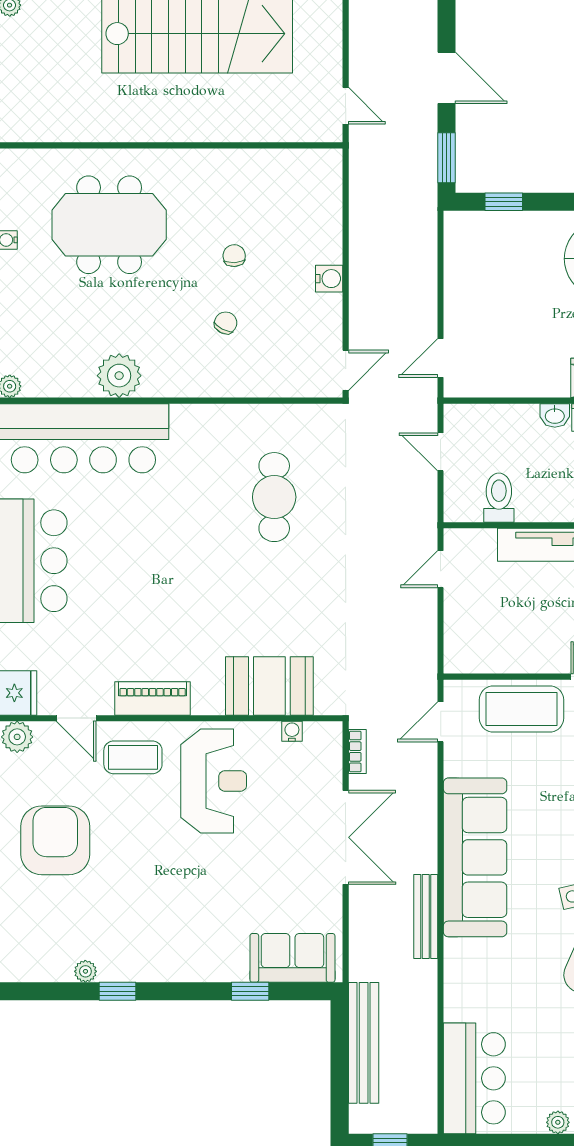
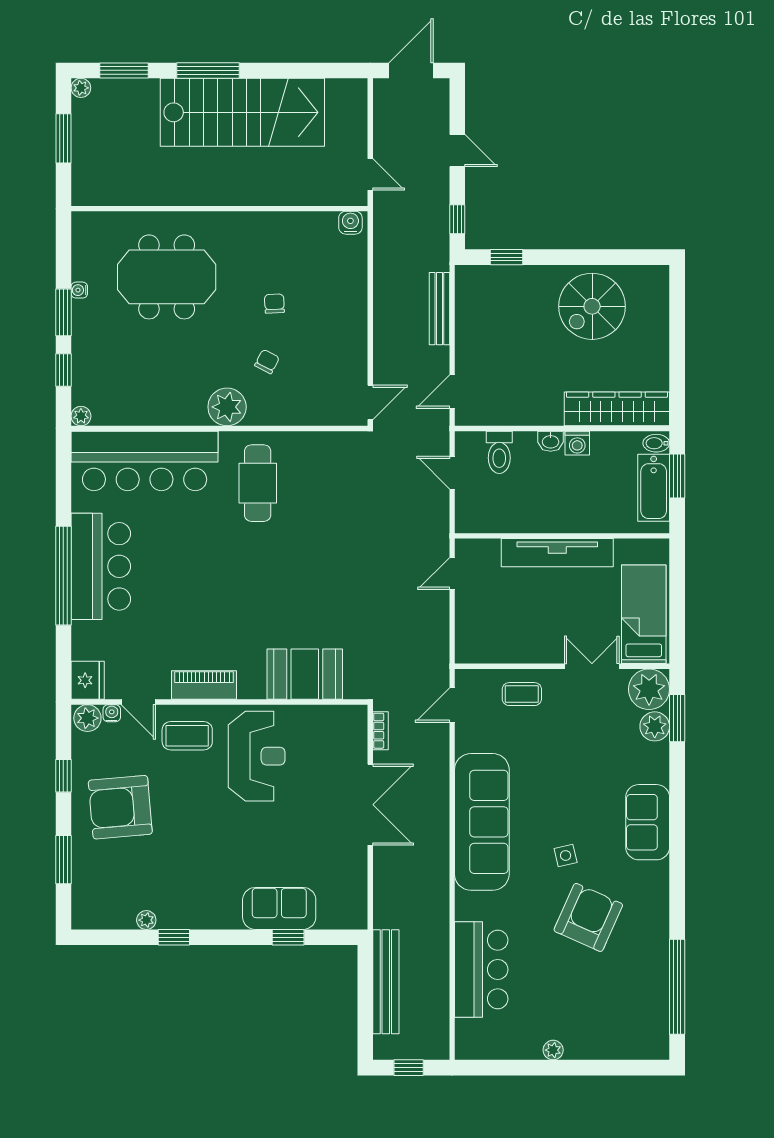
door: (446, 78) -> (457, 151), width x0.73
window: (446, 158) -> (457, 219), width x0.67
water cooler: (329, 279) -> (350, 223), moved, turned -90
plant: (119, 376) -> (227, 407), moved
cafe table: (274, 497) -> (258, 483), moved
toilet: (499, 498) -> (499, 452), moved, turned 180
coffee table: (522, 709) -> (522, 694), width x0.54, depth x0.58
water cooler: (292, 731) -> (112, 713), moved
armchair: (55, 840) -> (120, 807), turned -95
bench: (426, 916) -> (439, 309), moved
sofa: (292, 958) -> (279, 908), moved
bar counter: (474, 1078) -> (481, 969), moved

